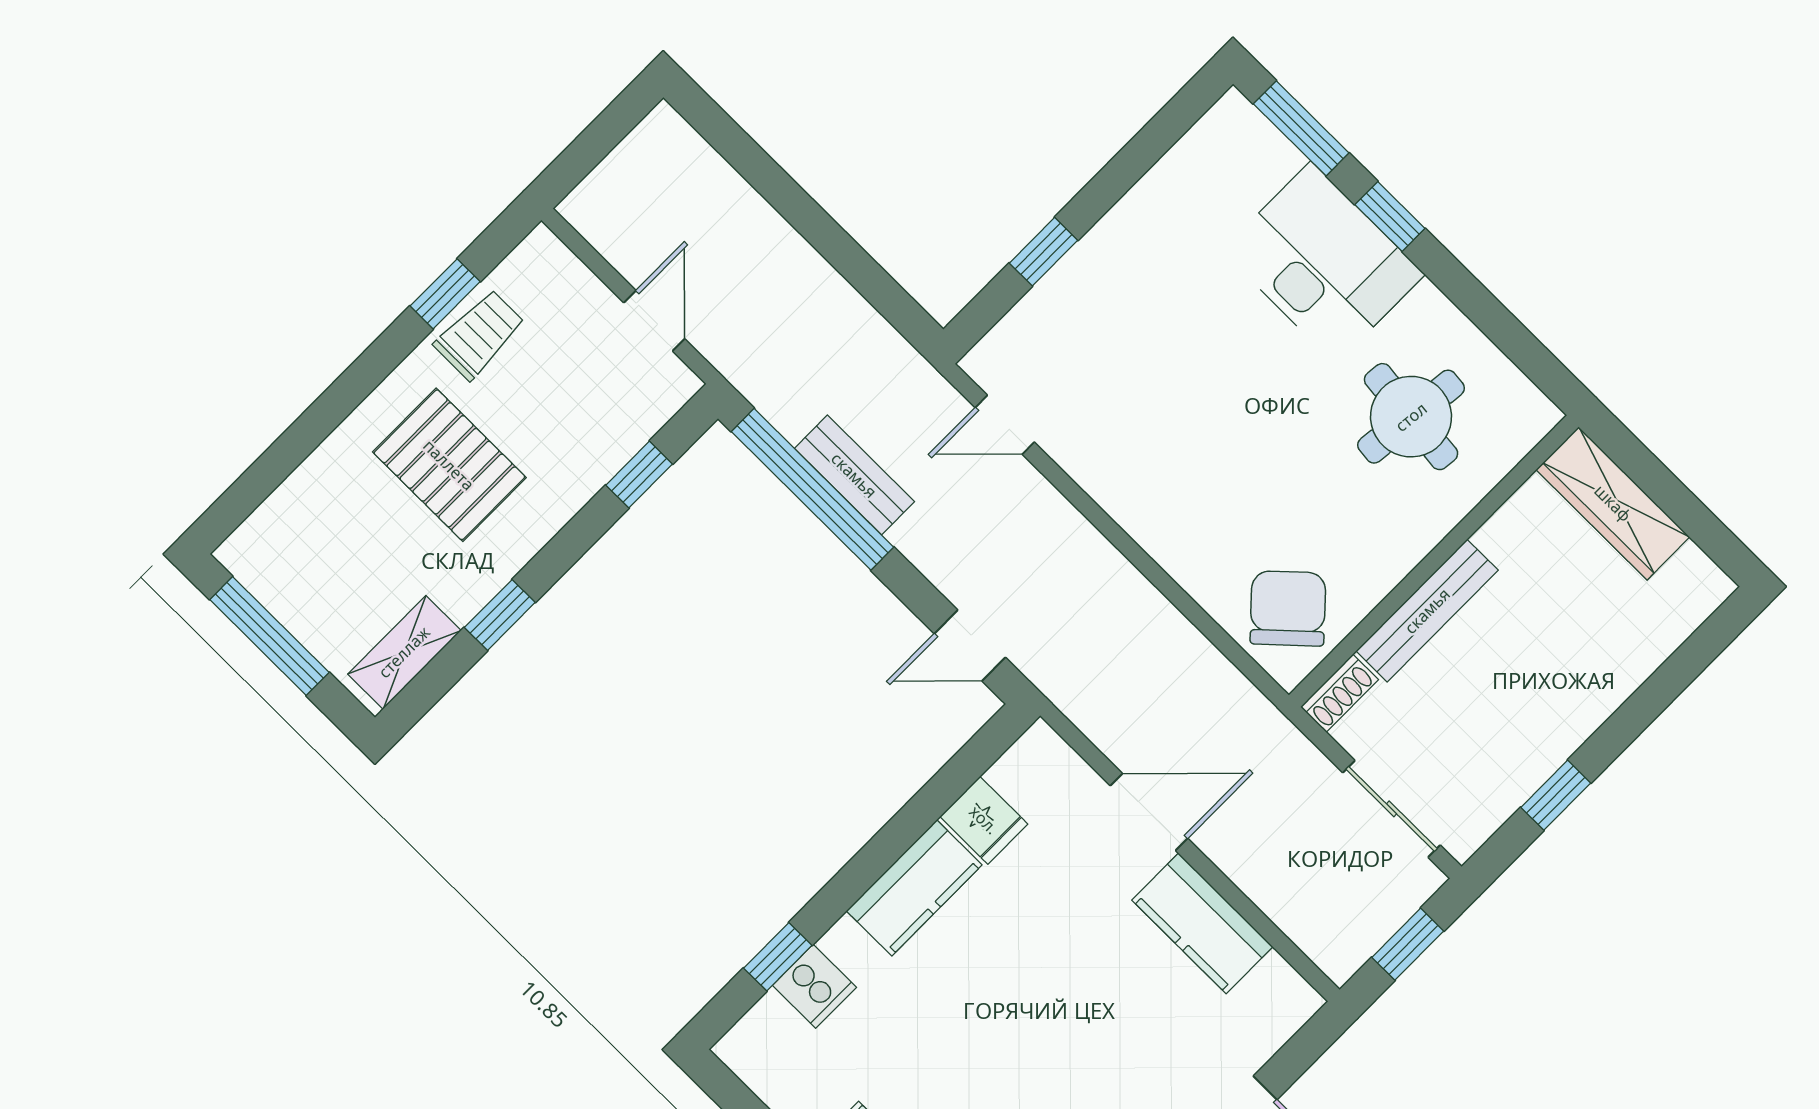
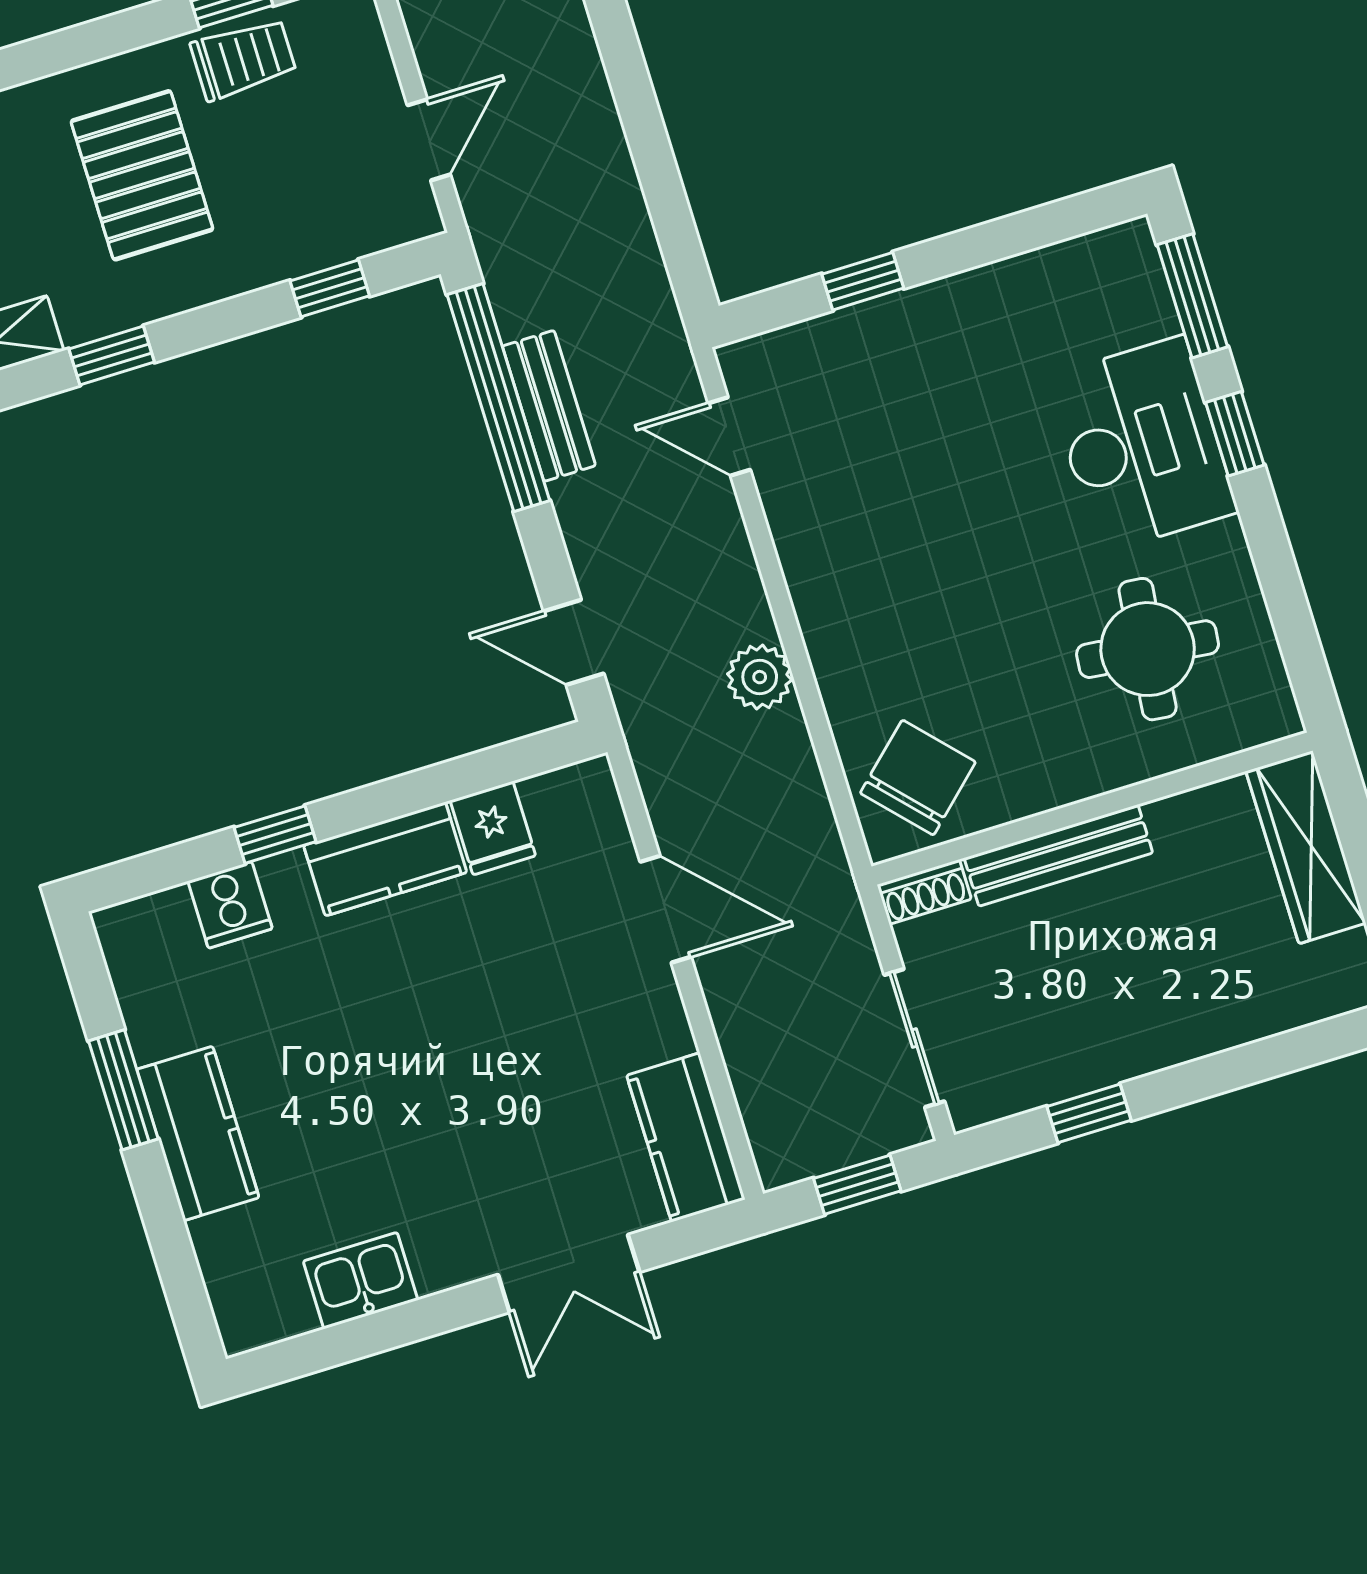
plant: (1126, 596) -> (760, 677), added
kitchen counter: (1202, 923) -> (686, 1137), moved
window: (778, 957) -> (275, 835), moved

